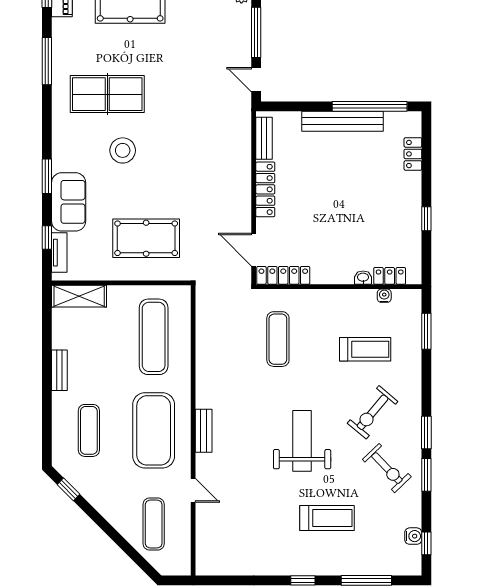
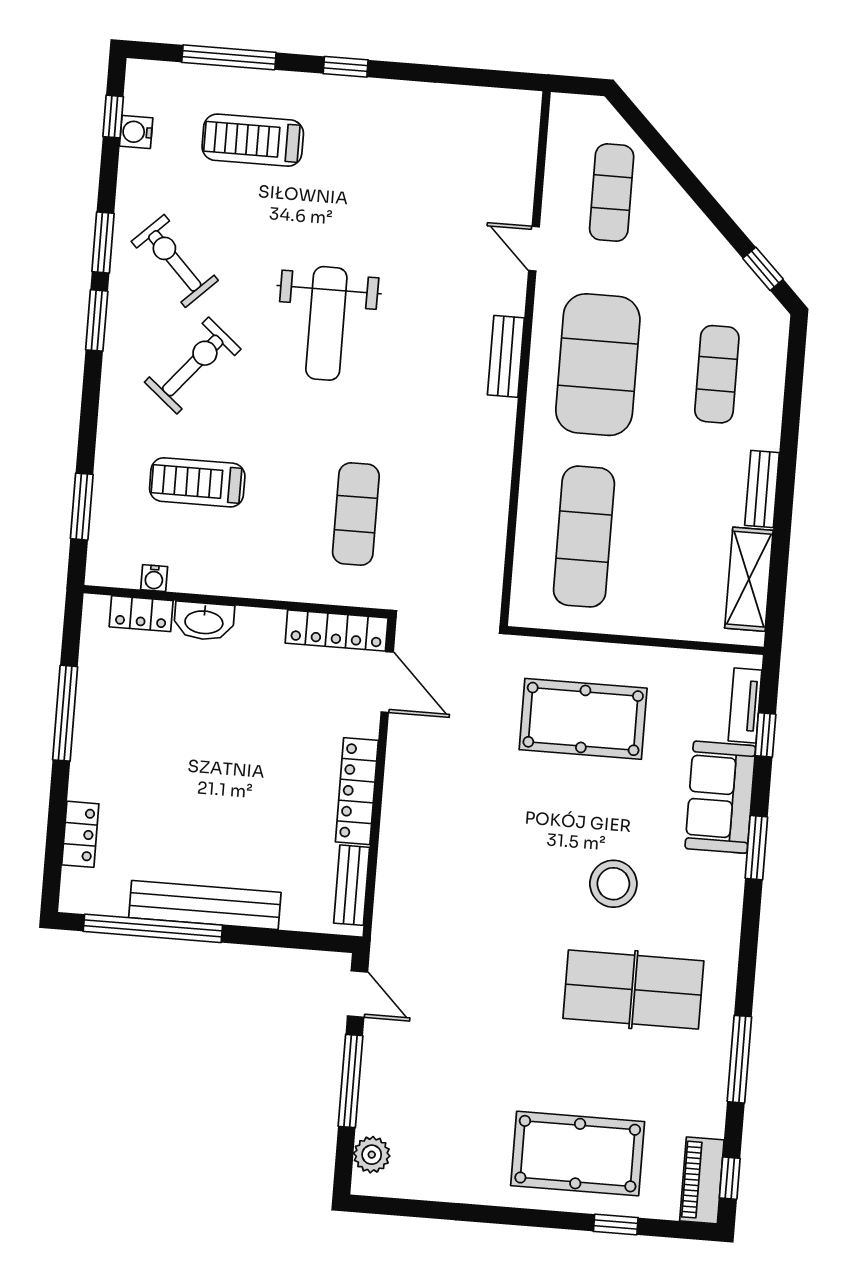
window: (426, 219) -> (65, 713), width x2.17
washbasin: (363, 278) -> (204, 621), width x1.91, depth x1.45
shelving: (79, 296) -> (749, 579), moved, turned 90
treadmill: (327, 518) -> (253, 140), moved

